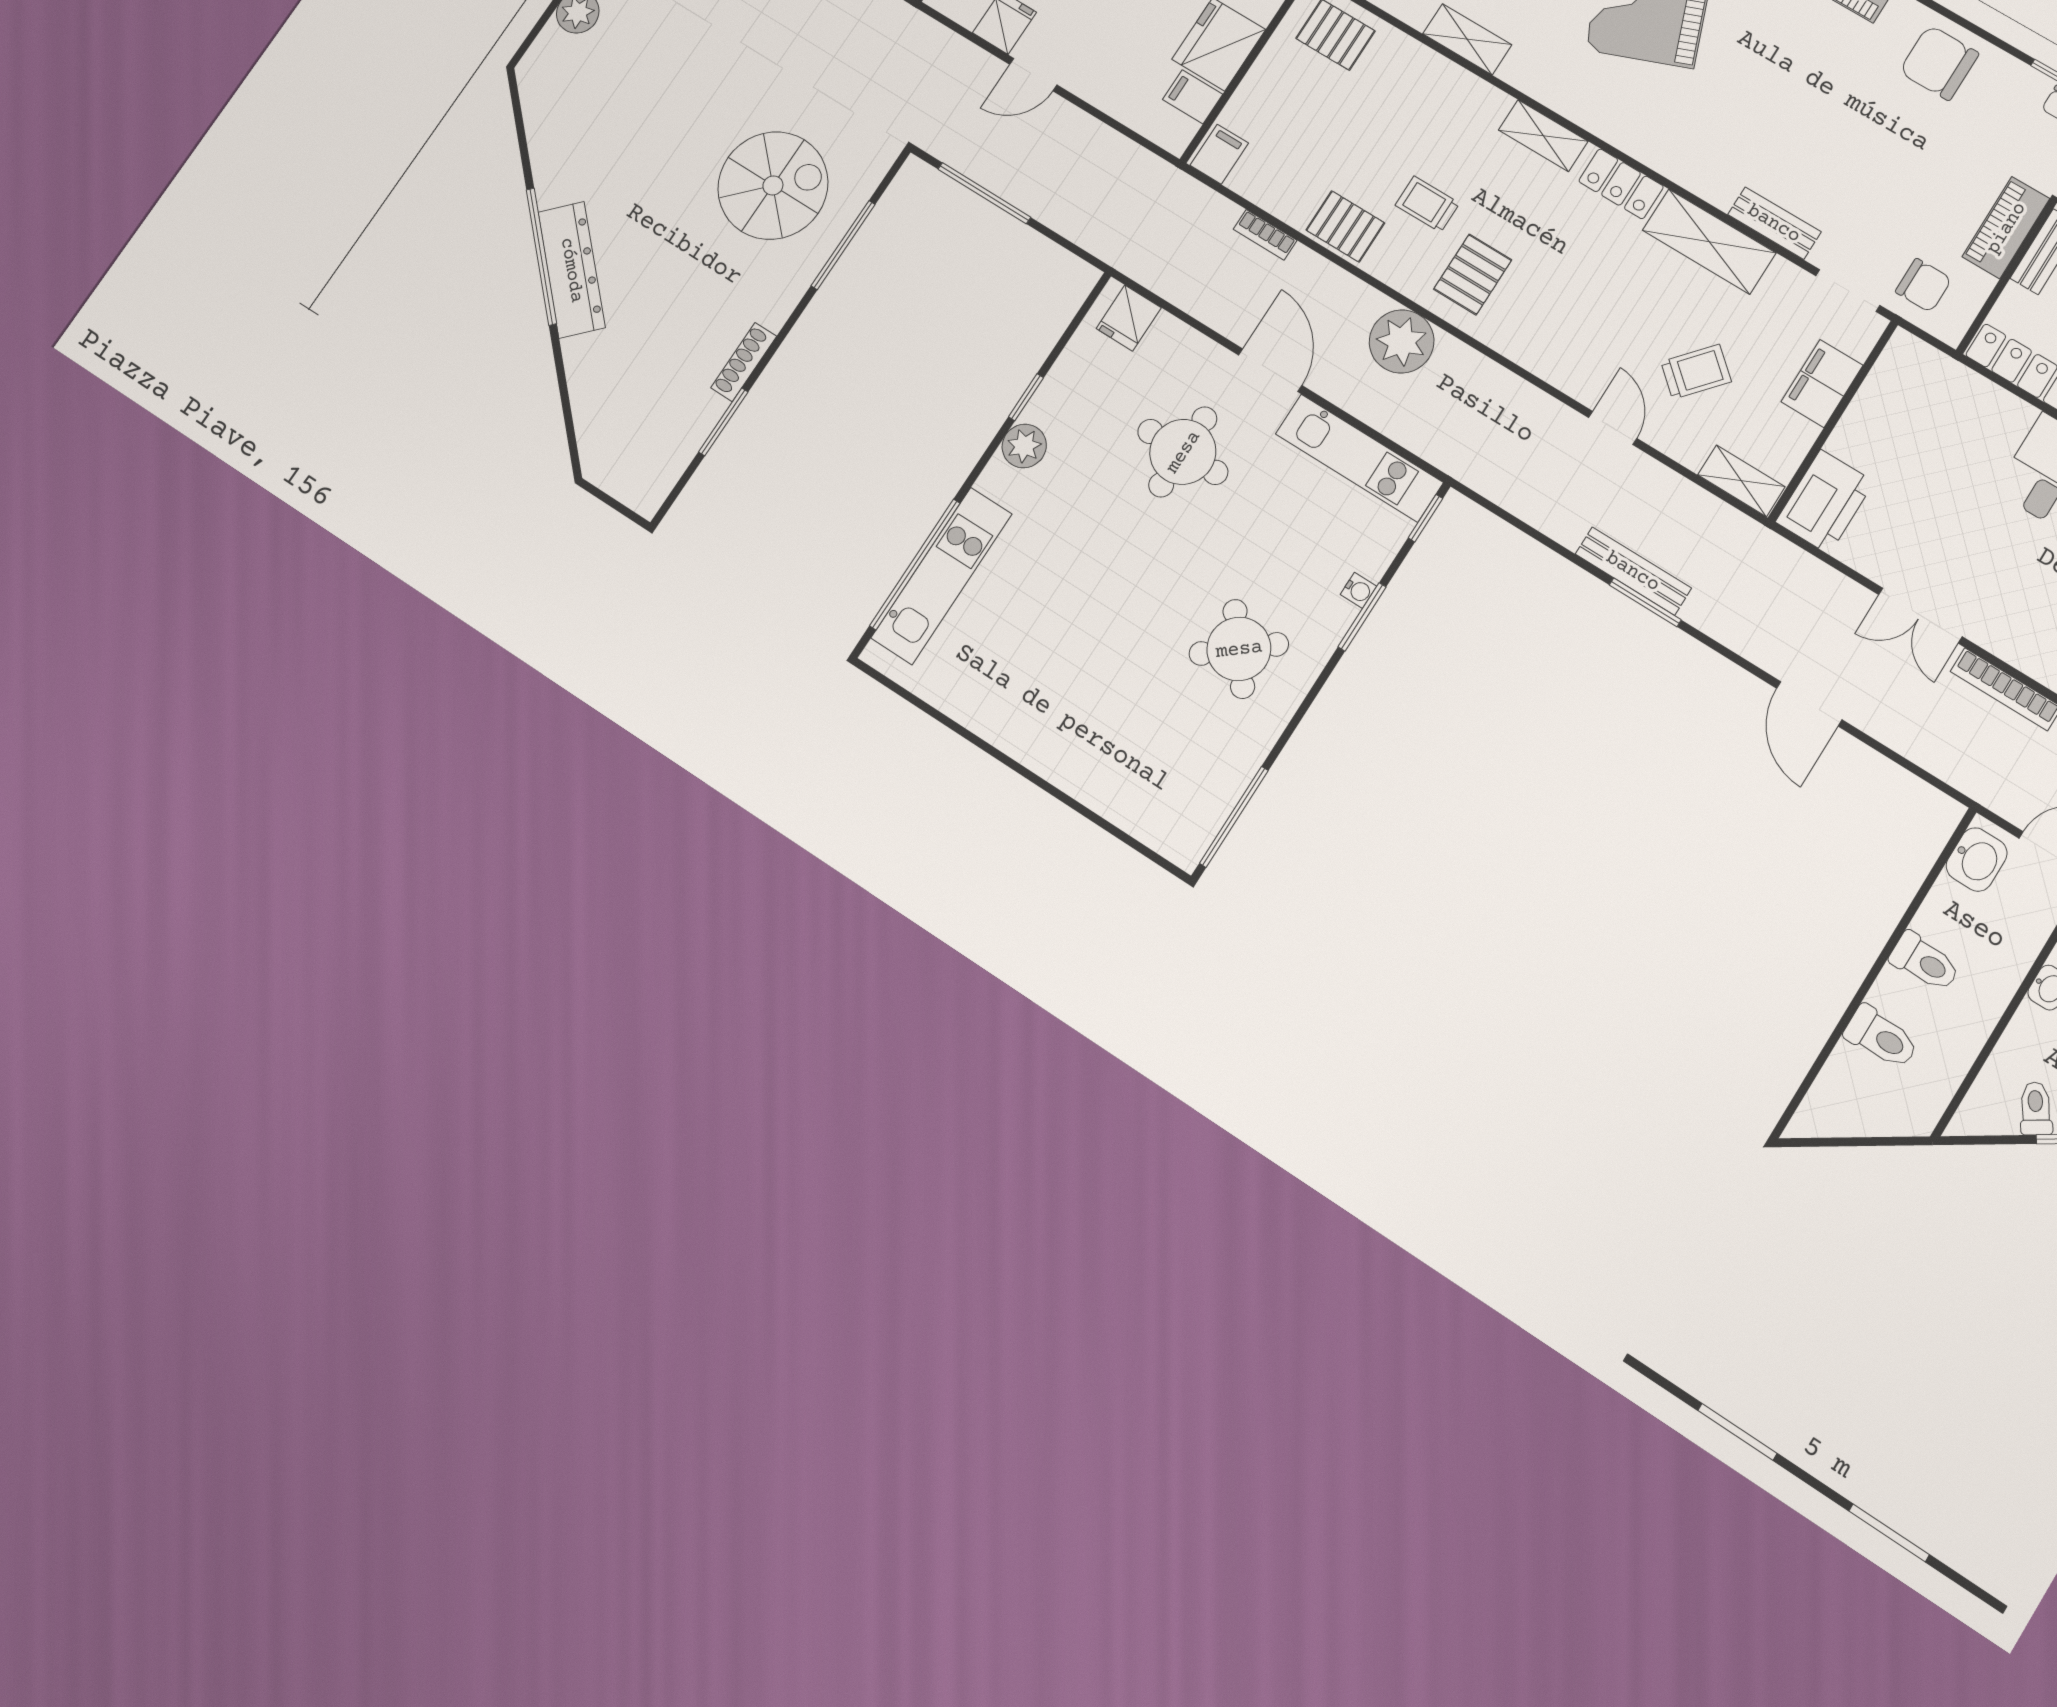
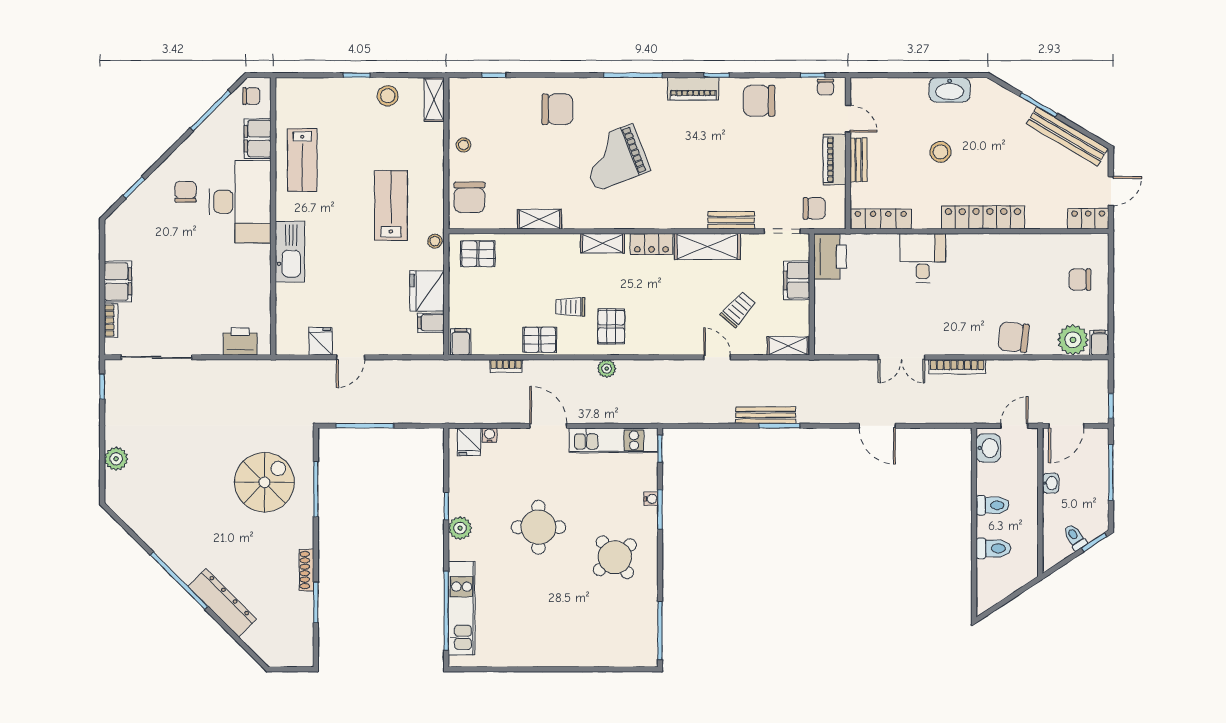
dresser: (572, 270) -> (222, 603), moved
water cooler: (1168, 328) -> (490, 435), added
plant: (1402, 341) -> (607, 369), width x0.53, depth x0.53
round table: (1183, 452) -> (538, 527), moved
printer: (1825, 502) -> (830, 257), moved

